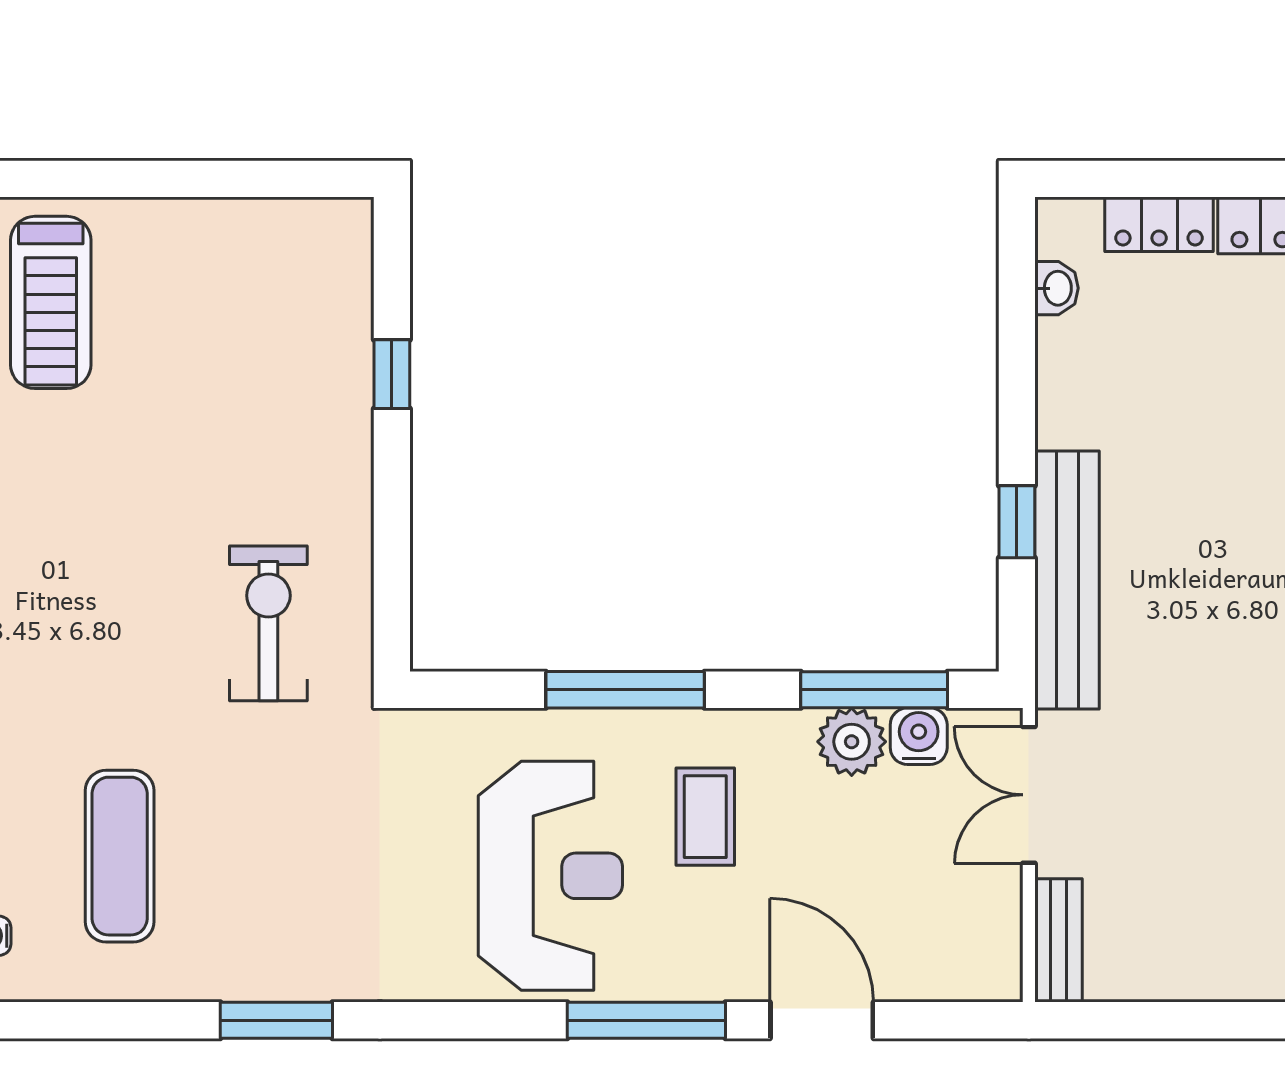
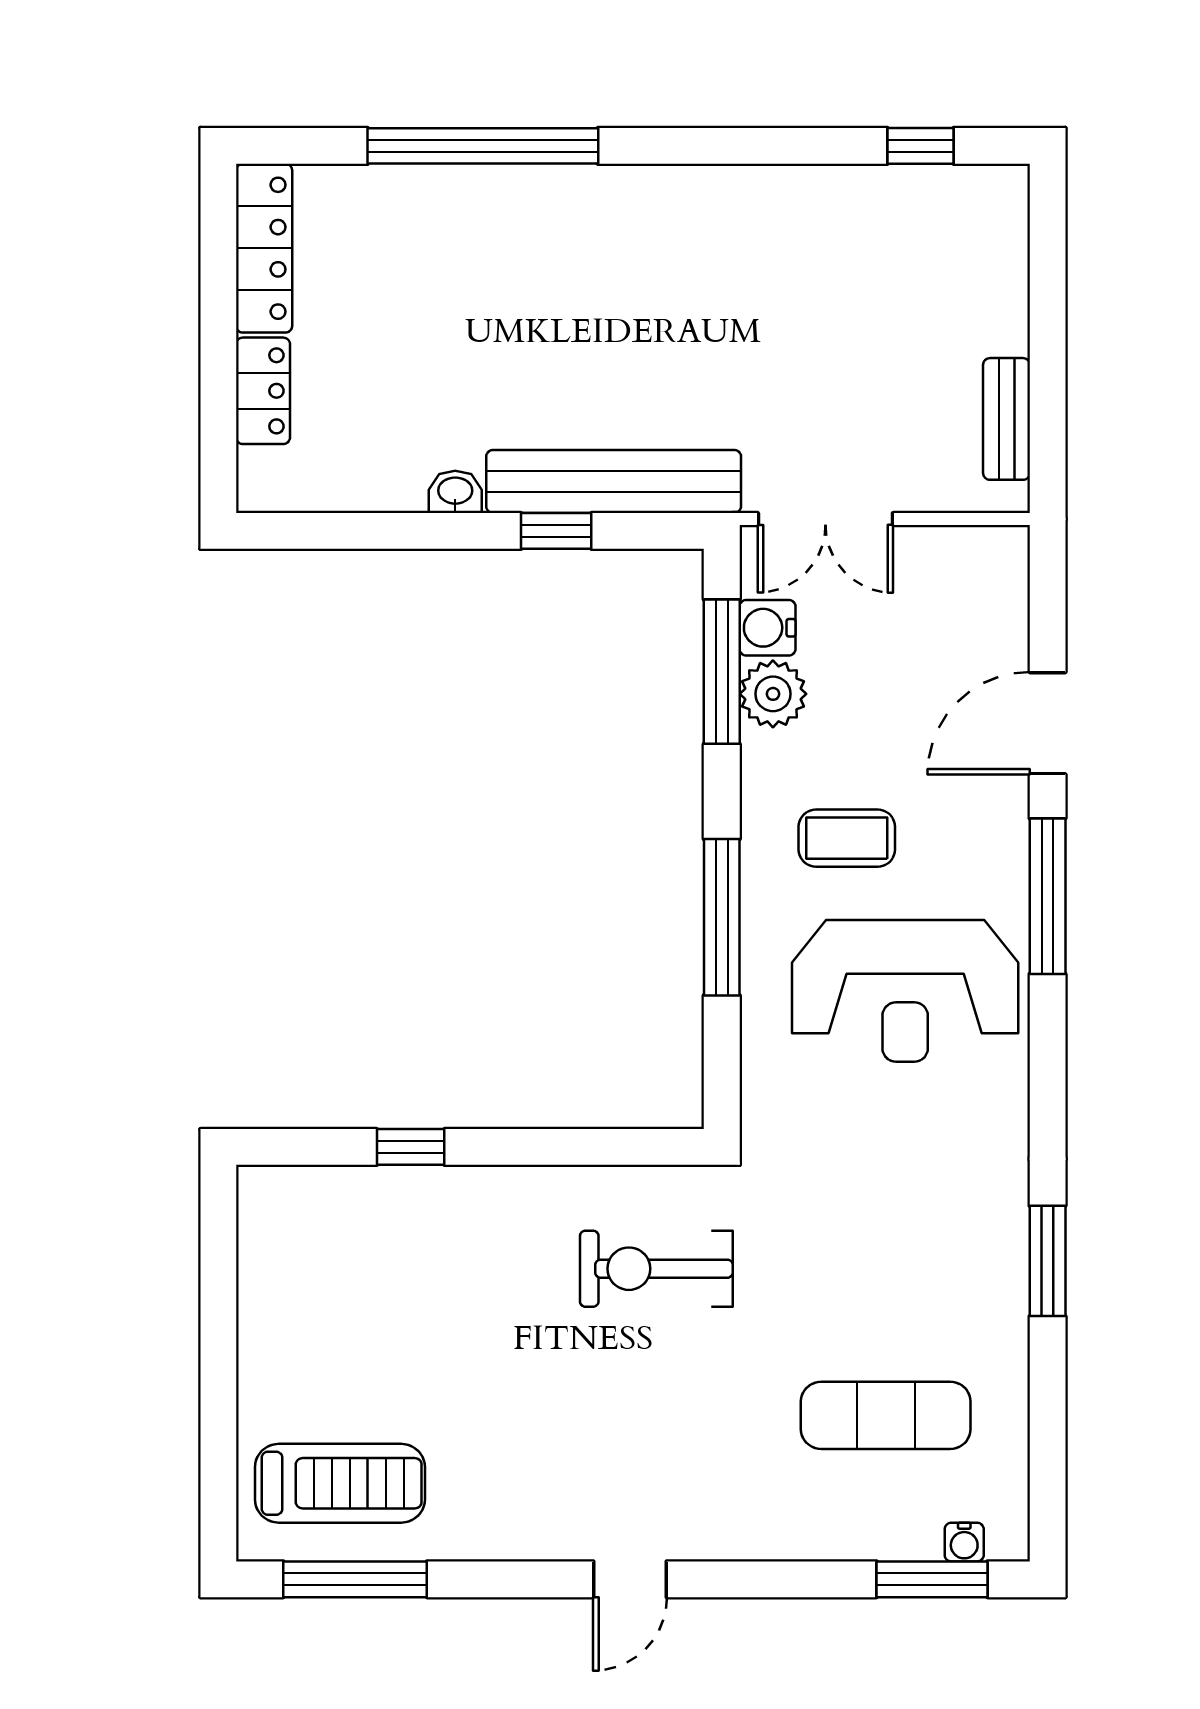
washbasin: (1057, 288) -> (455, 492), moved
reception desk: (550, 876) -> (905, 991), turned 180
bench: (1059, 940) -> (1007, 419), moved, turned 90

